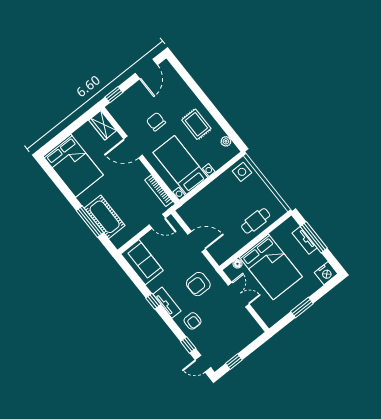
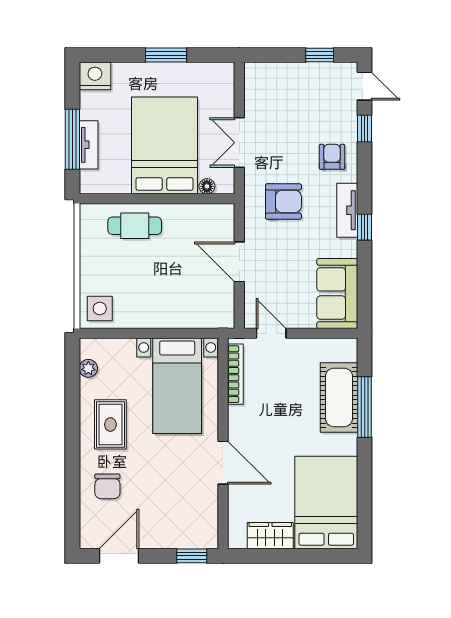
chair: (156, 122) -> (107, 486), moved
wardrobe: (103, 125) -> (270, 536), moved, turned -90

